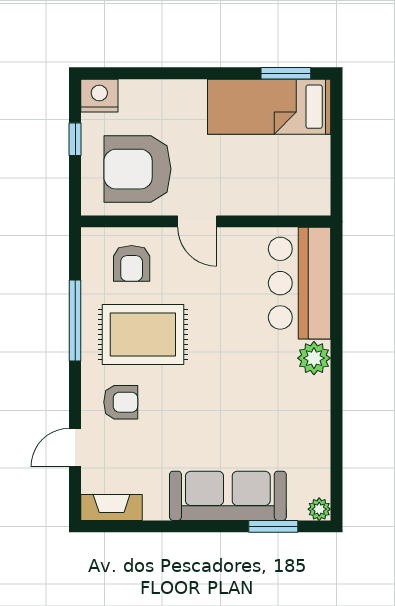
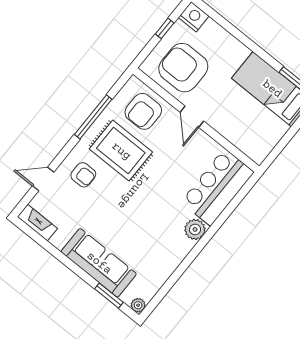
armchair: (132, 263) -> (143, 111), width x1.38, depth x1.38

